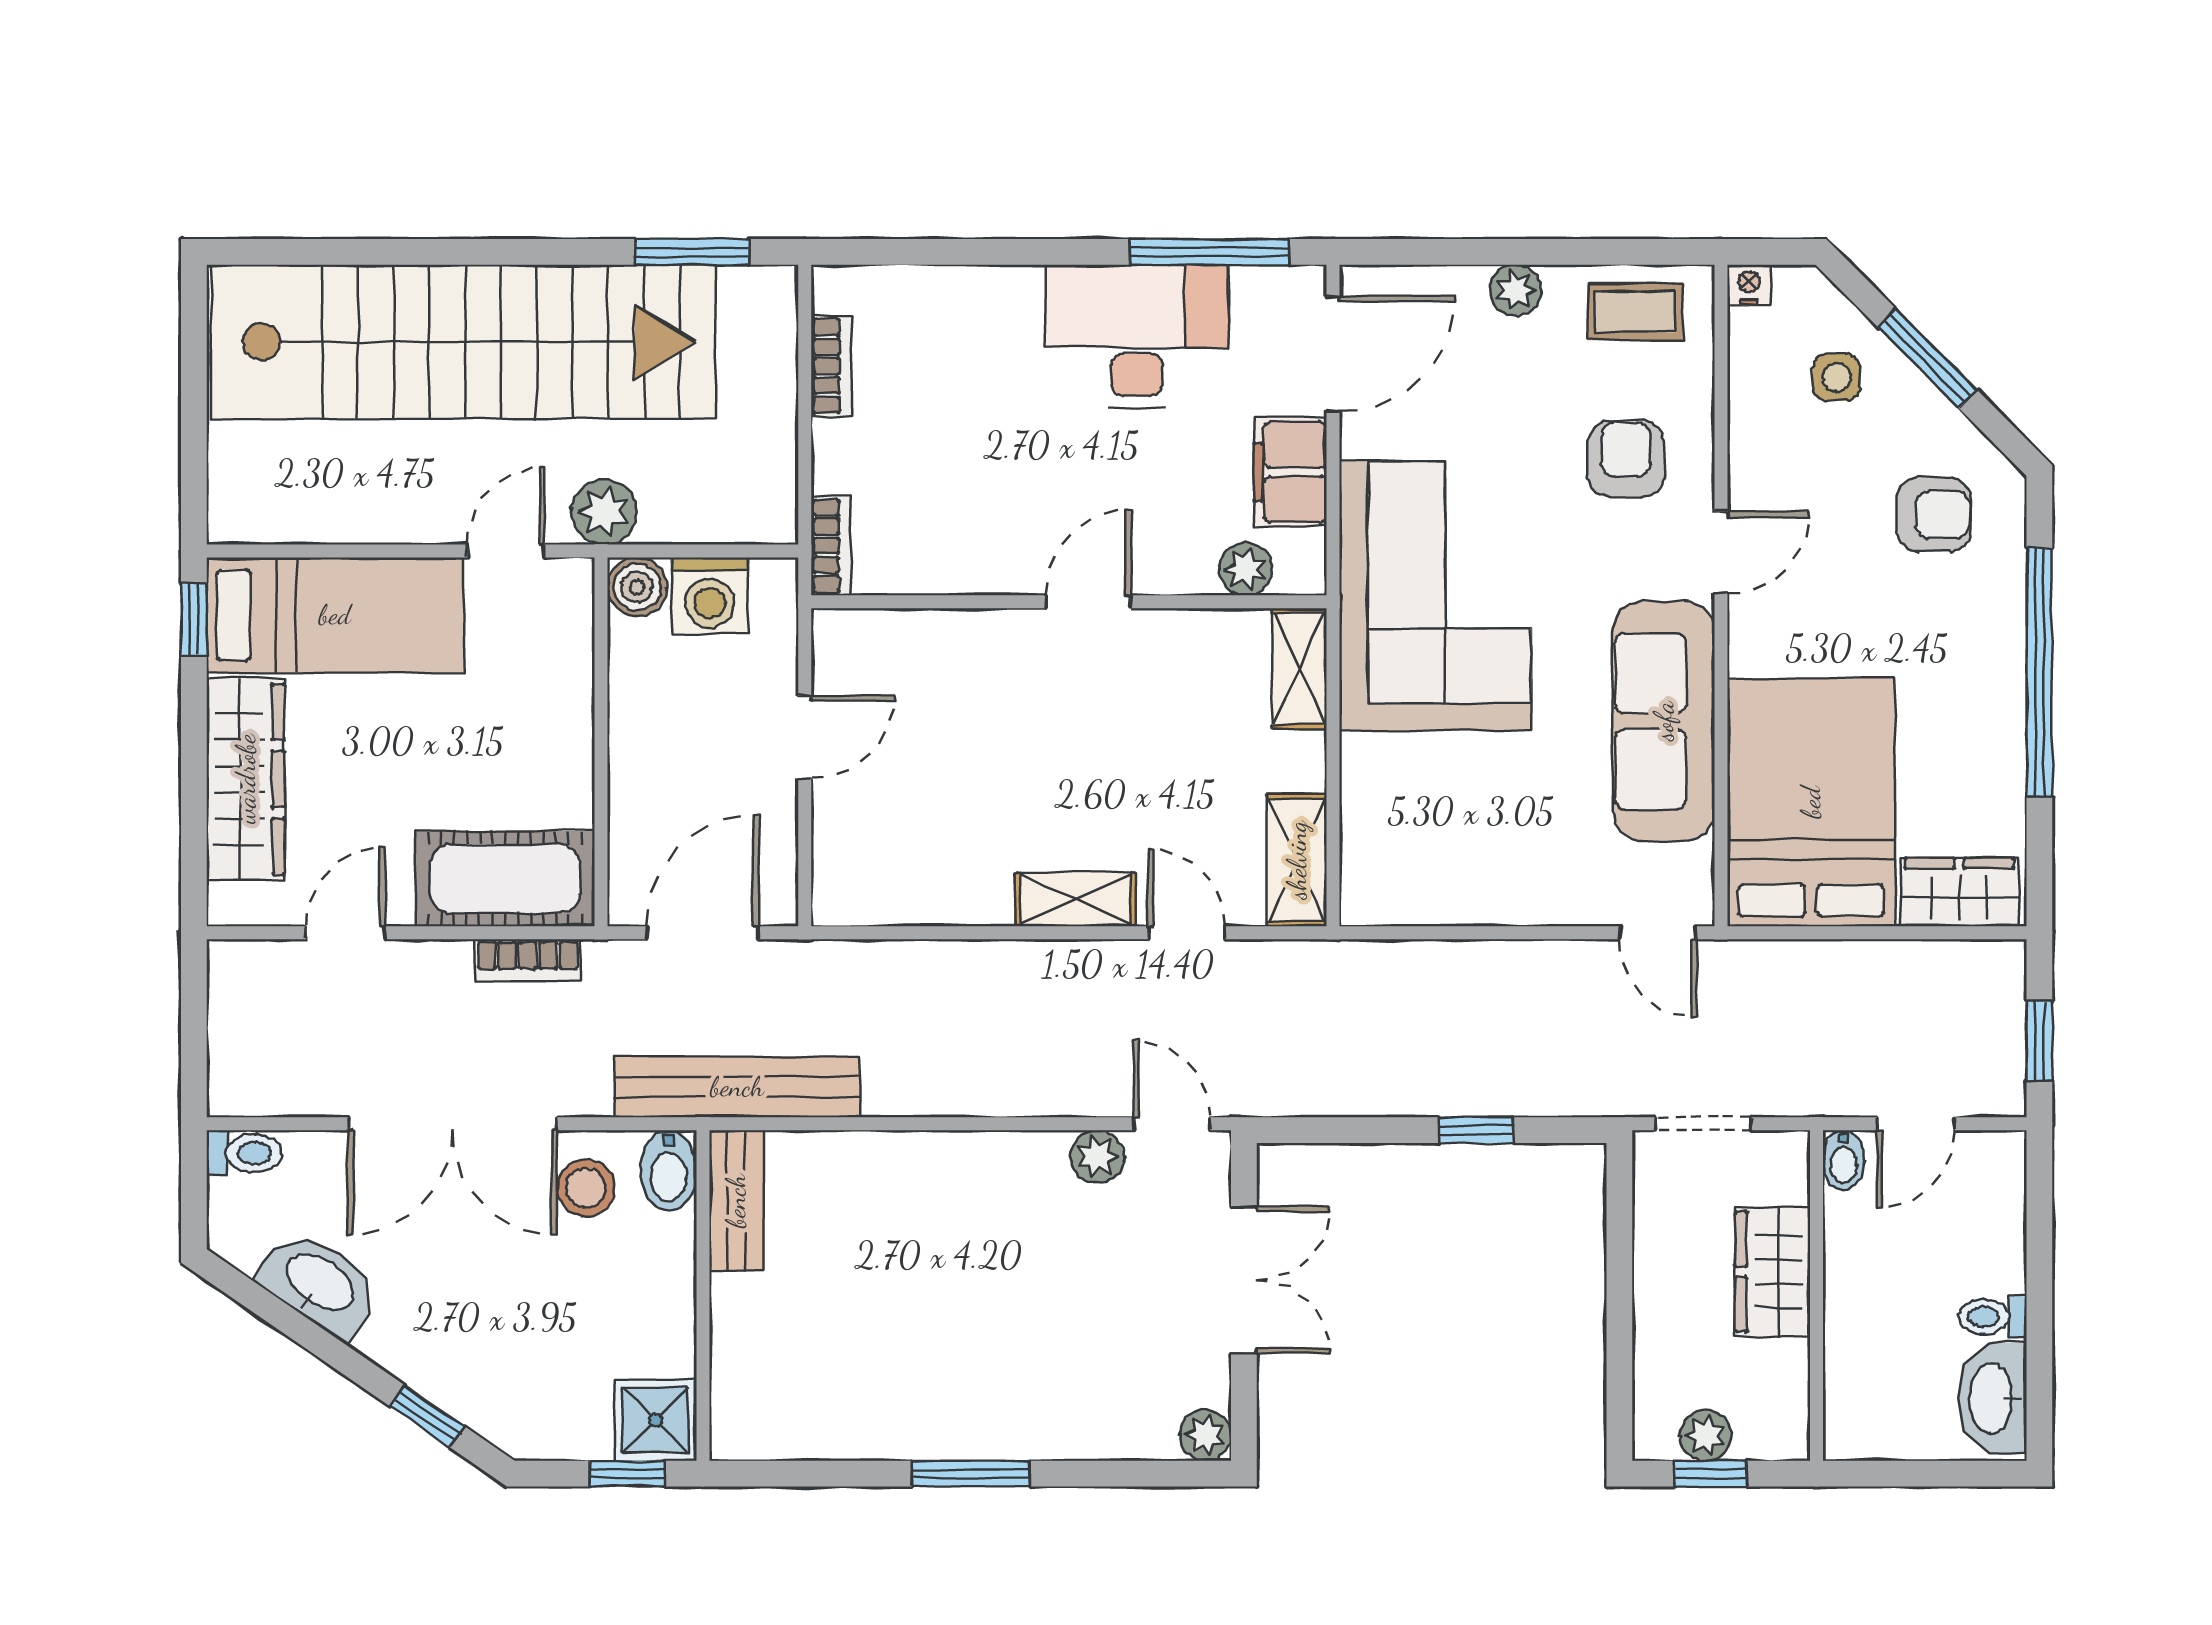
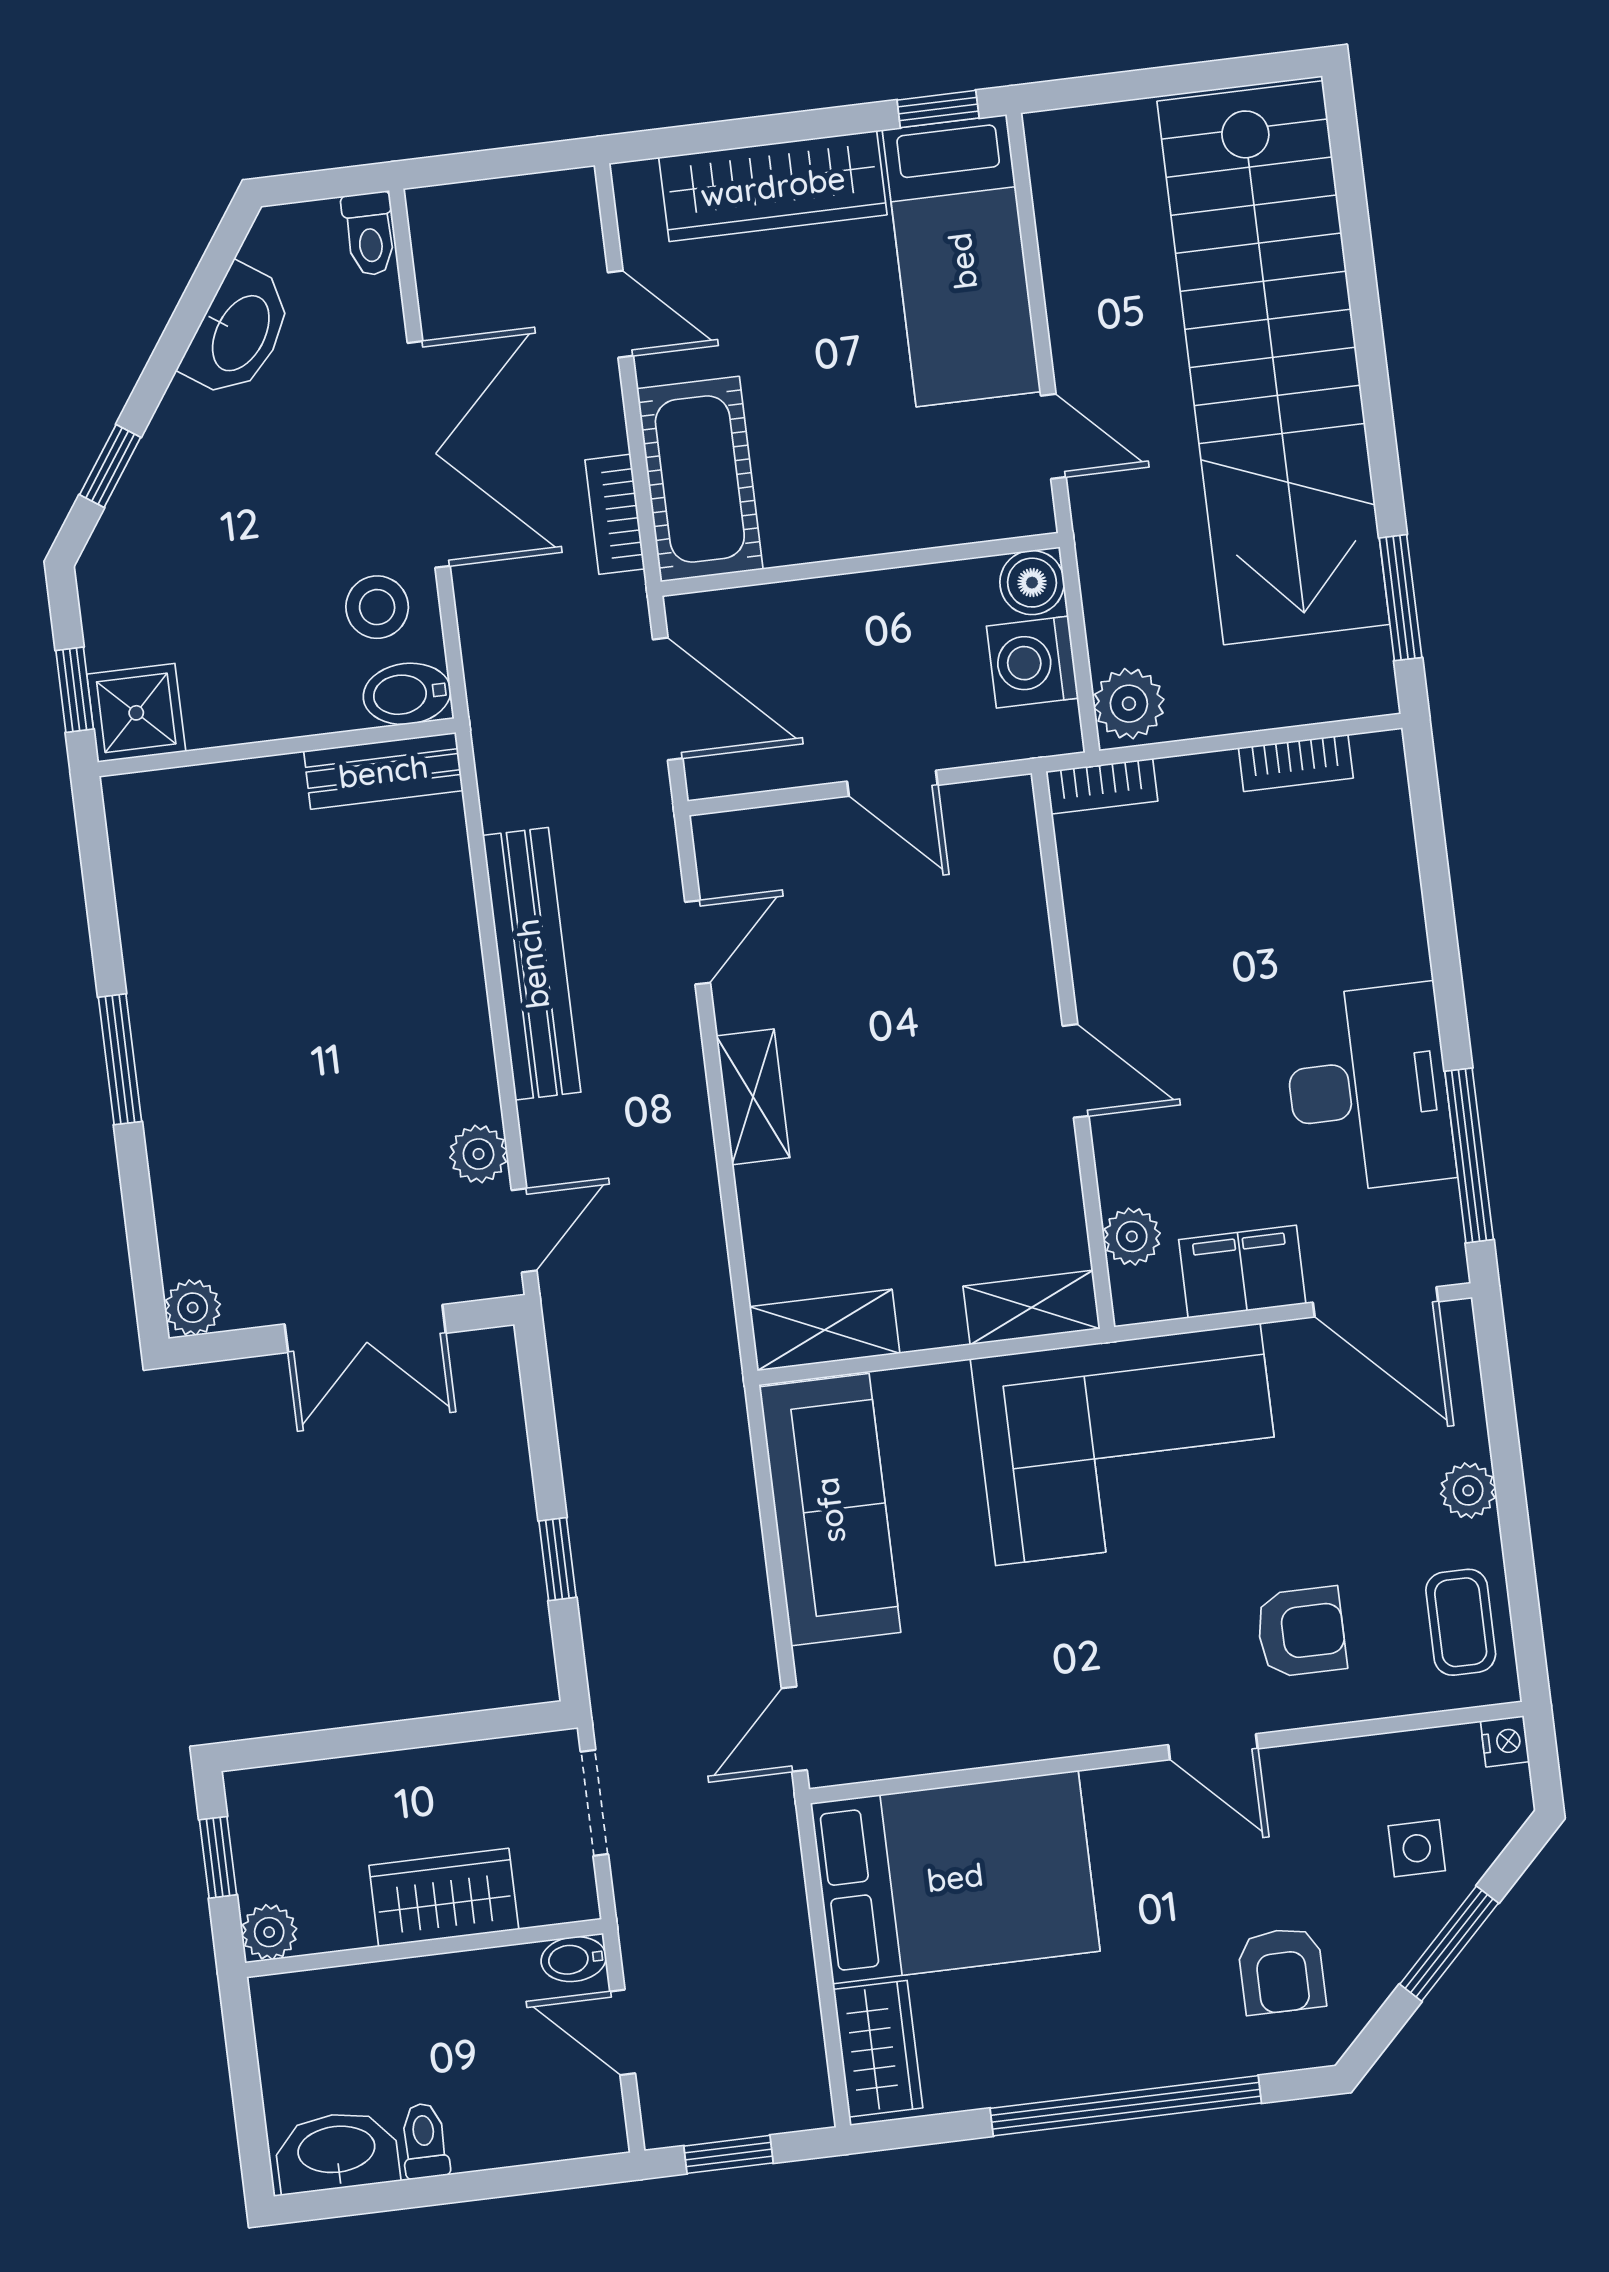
plant: (604, 512) -> (1129, 704), moved
sofa: (1664, 721) -> (830, 1510), moved, turned 90
door: (1187, 933) -> (698, 942), moved
bench: (737, 1087) -> (532, 964), moved
double door: (452, 1124) -> (429, 454), swing flipped
plant: (1706, 1435) -> (269, 1932), moved

